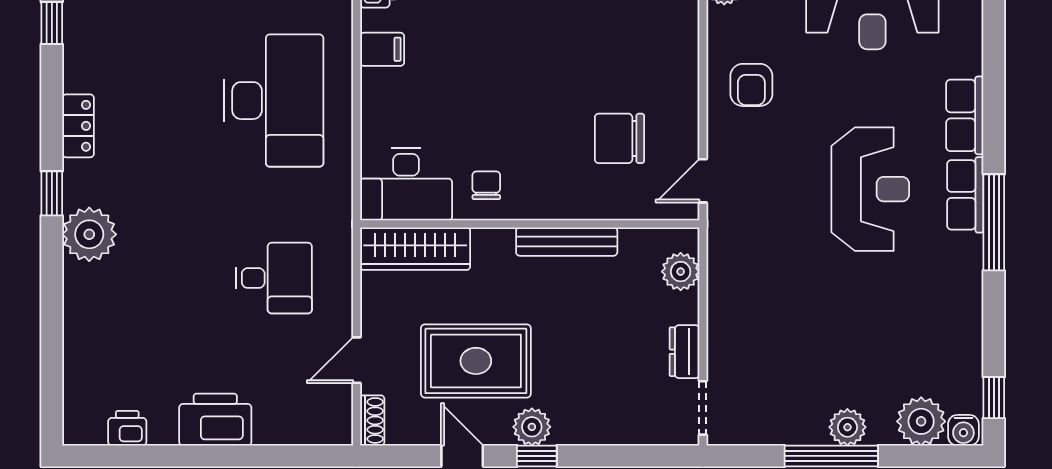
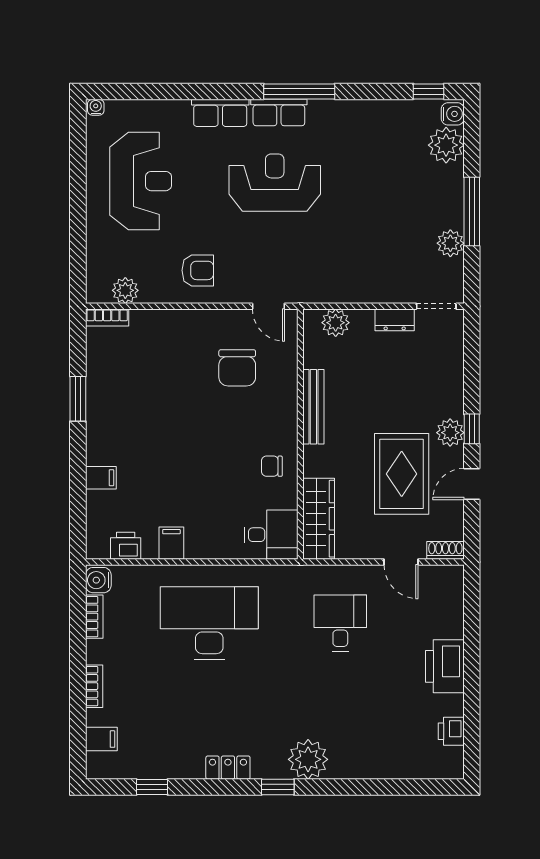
desk: (406, 184) -> (271, 535), width x0.73
plant: (847, 427) -> (450, 243), moved

